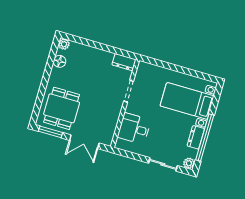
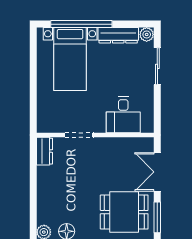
dresser: (196, 137) -> (118, 35), width x1.44
window: (205, 137) -> (81, 24), moved
double door: (84, 142) -> (157, 172), swing flipped

